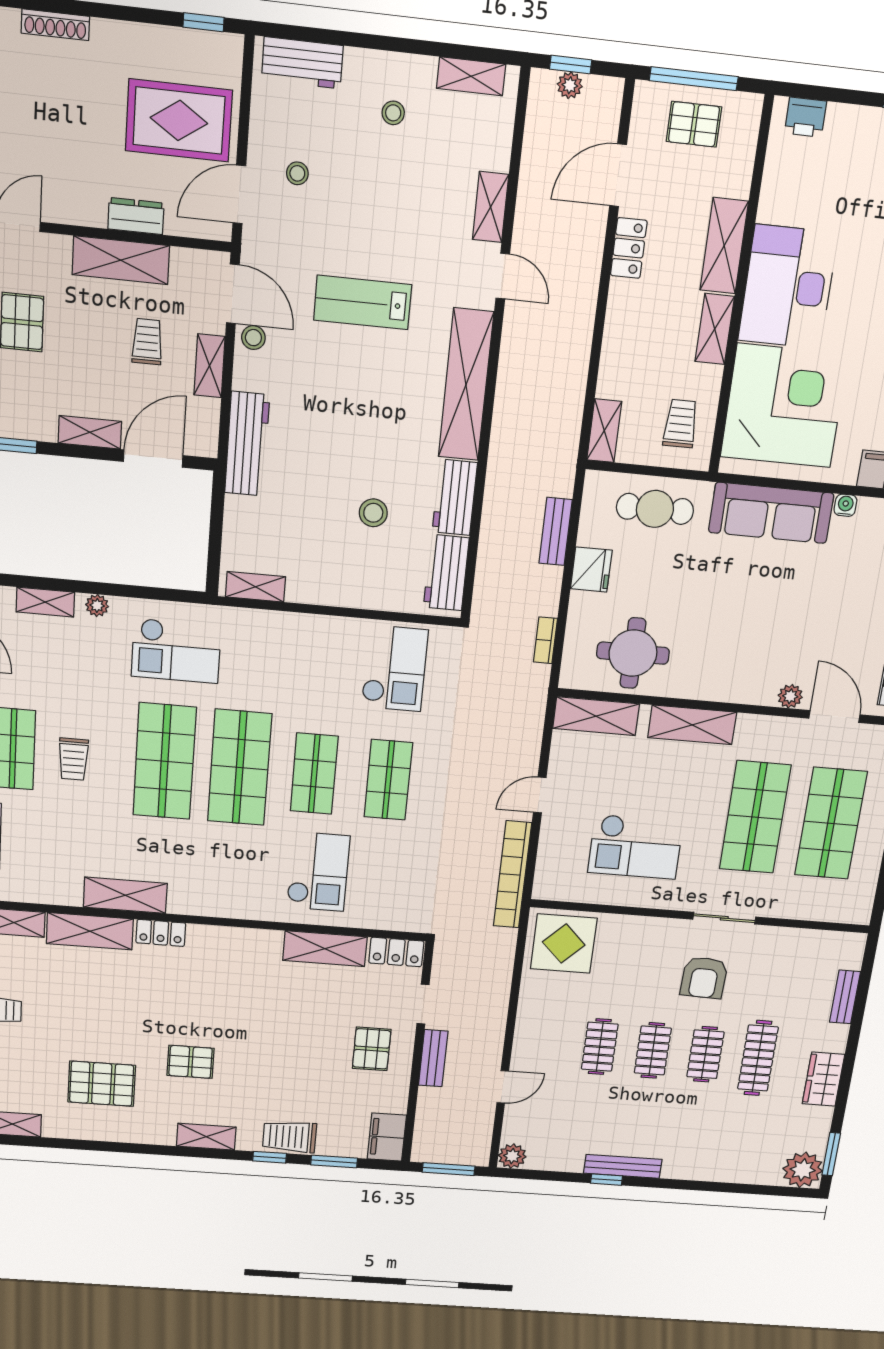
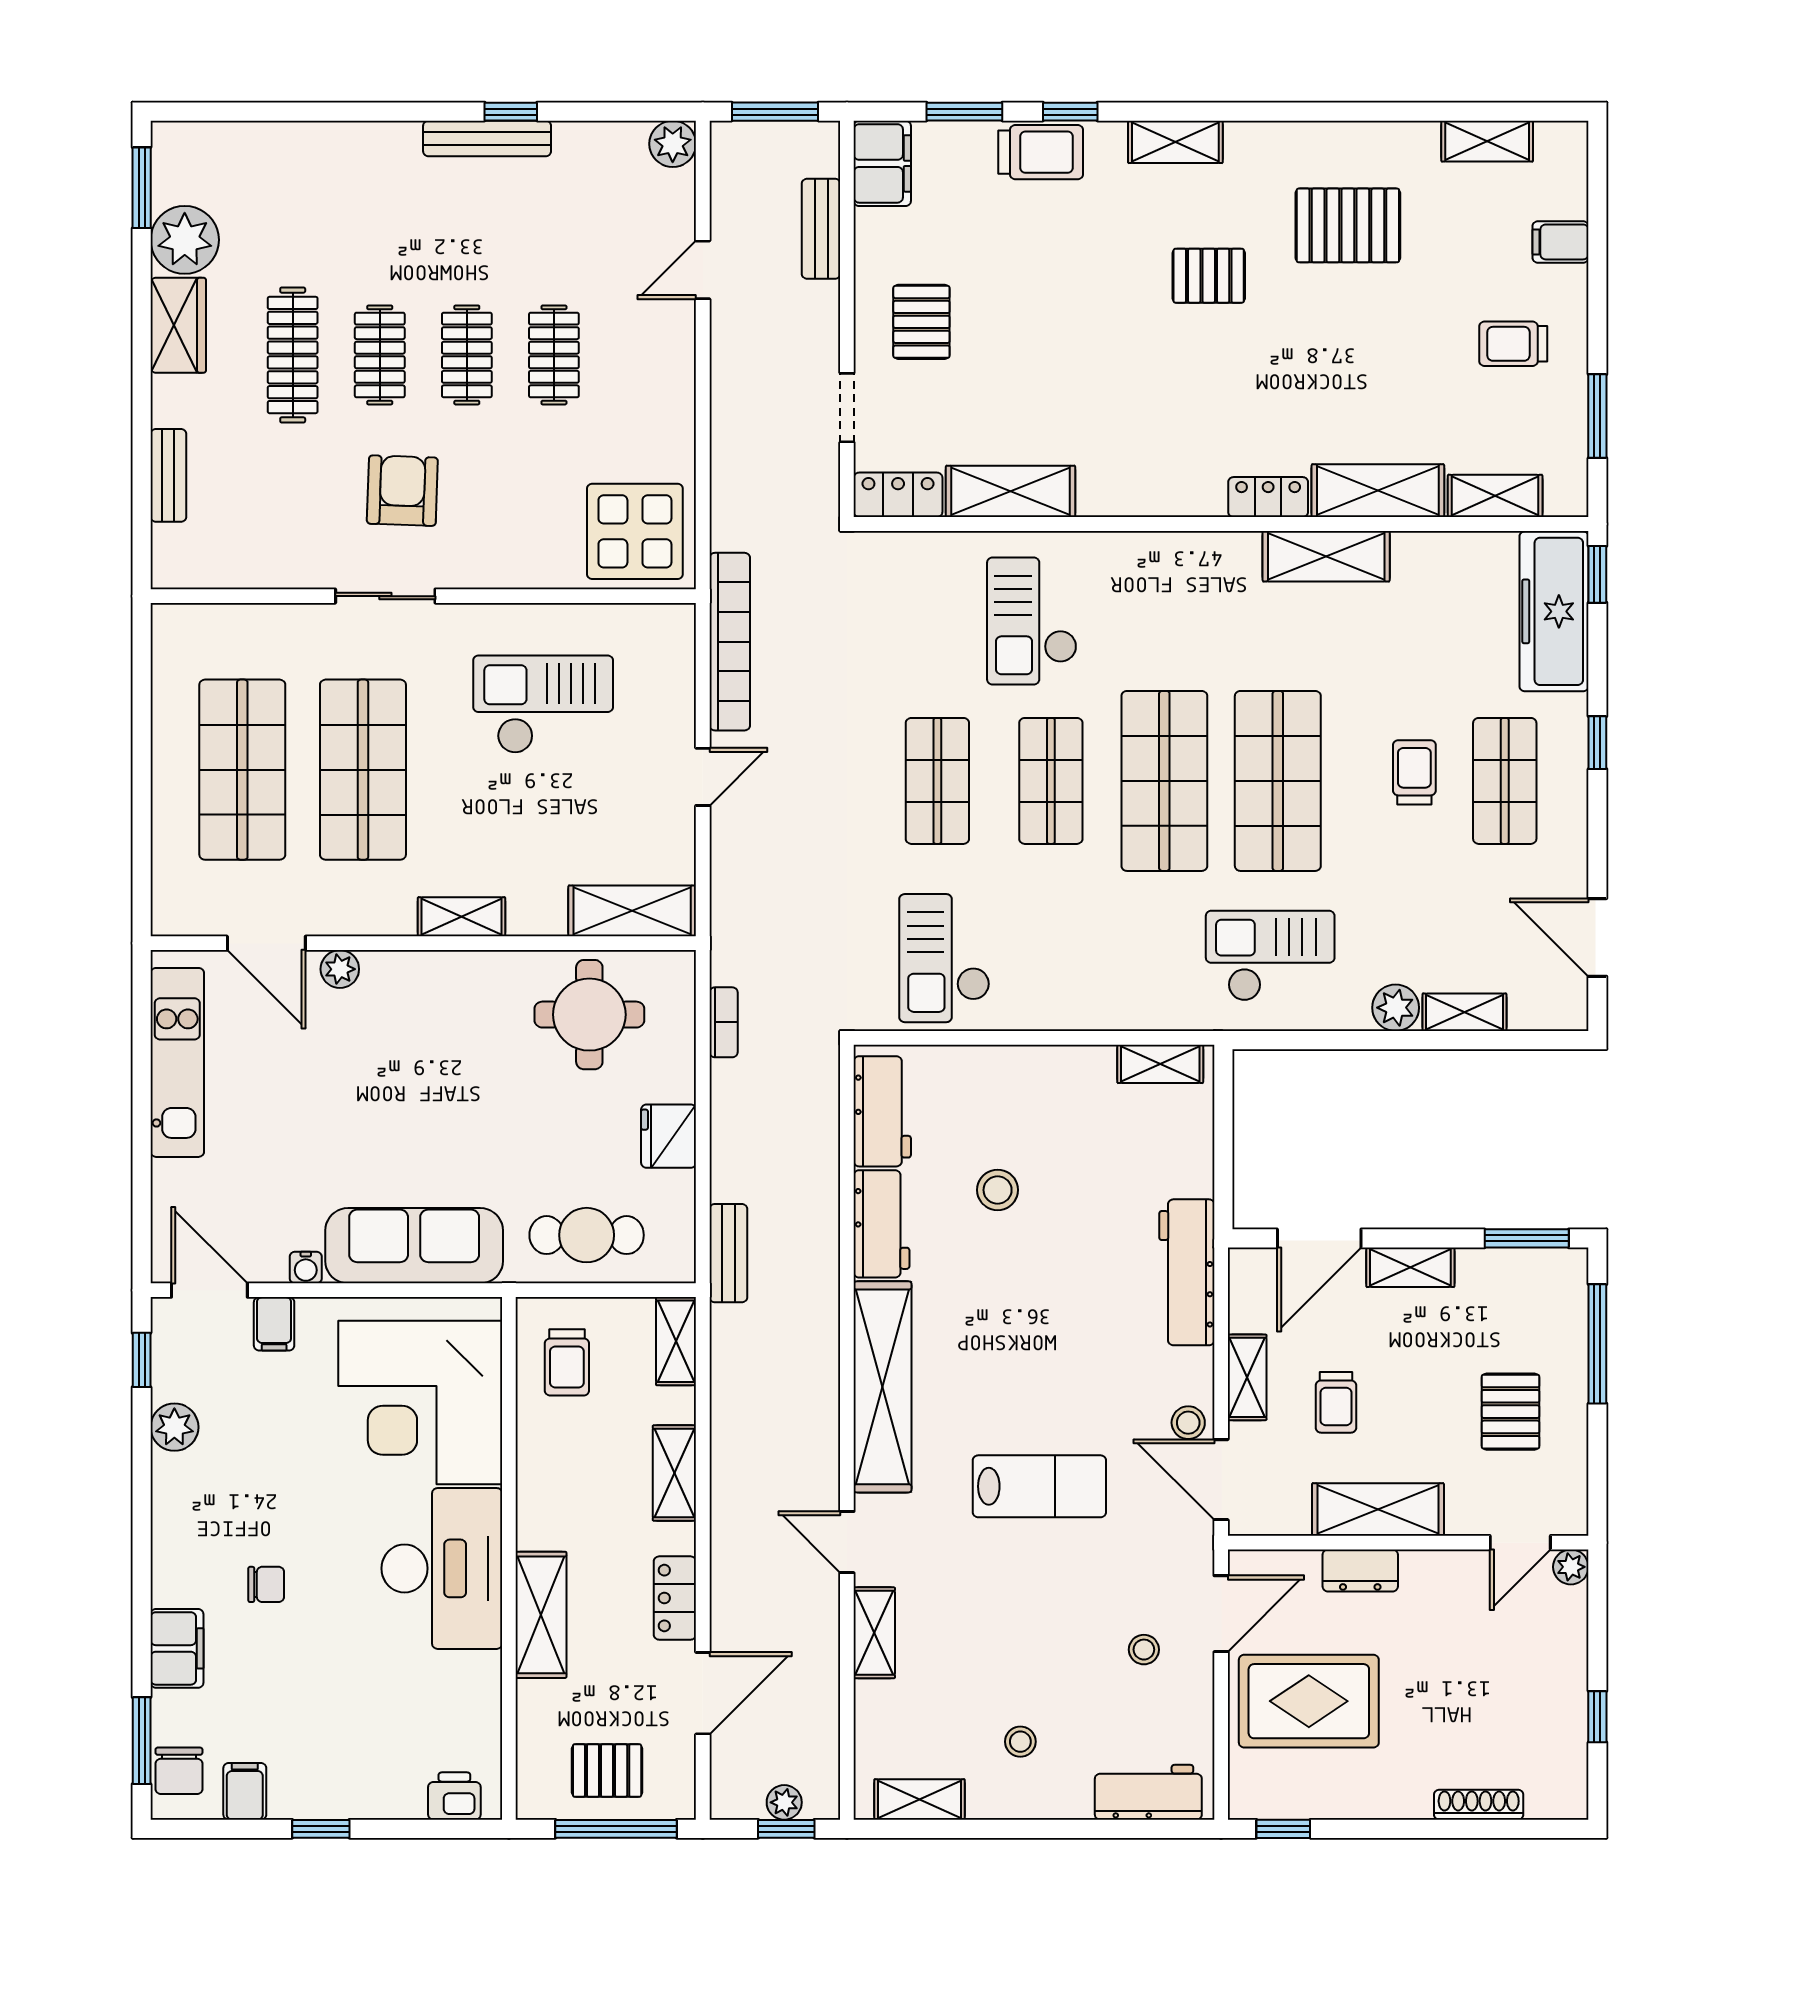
shelving: (715, 329) -> (674, 1473), moved
bench: (556, 531) -> (728, 1253), moved
plant: (97, 605) -> (1396, 1008), width x1.38, depth x1.38
shelving: (692, 725) -> (462, 917), width x0.67, depth x0.75
bench: (433, 1058) -> (821, 229), moved
plant: (803, 1170) -> (185, 240), moved

